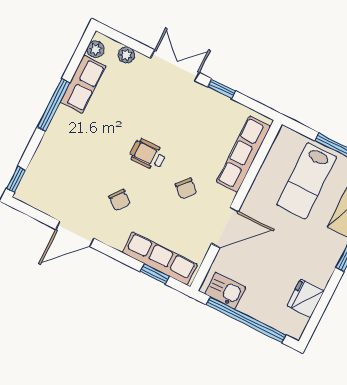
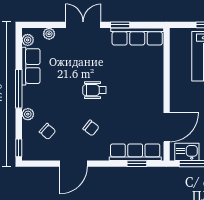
plant: (49, 143) -> (28, 114), added
row of seats: (244, 154) -> (137, 37), moved, turned -90
chair: (186, 188) -> (47, 131), moved
door: (225, 228) -> (167, 127), moved

